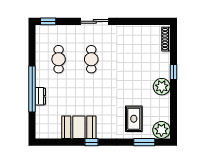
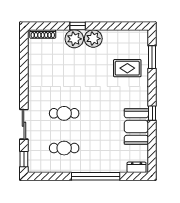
sliding door: (95, 21) -> (24, 124), moved
dresser: (40, 96) -> (137, 167), moved
plant: (161, 130) -> (74, 39), moved

